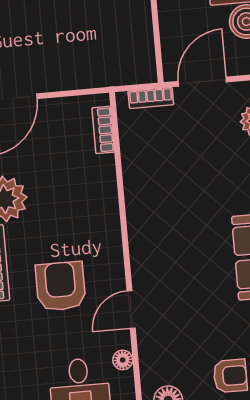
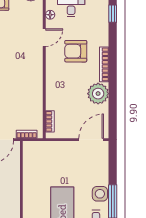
armchair: (61, 286) -> (76, 51), turned 90

